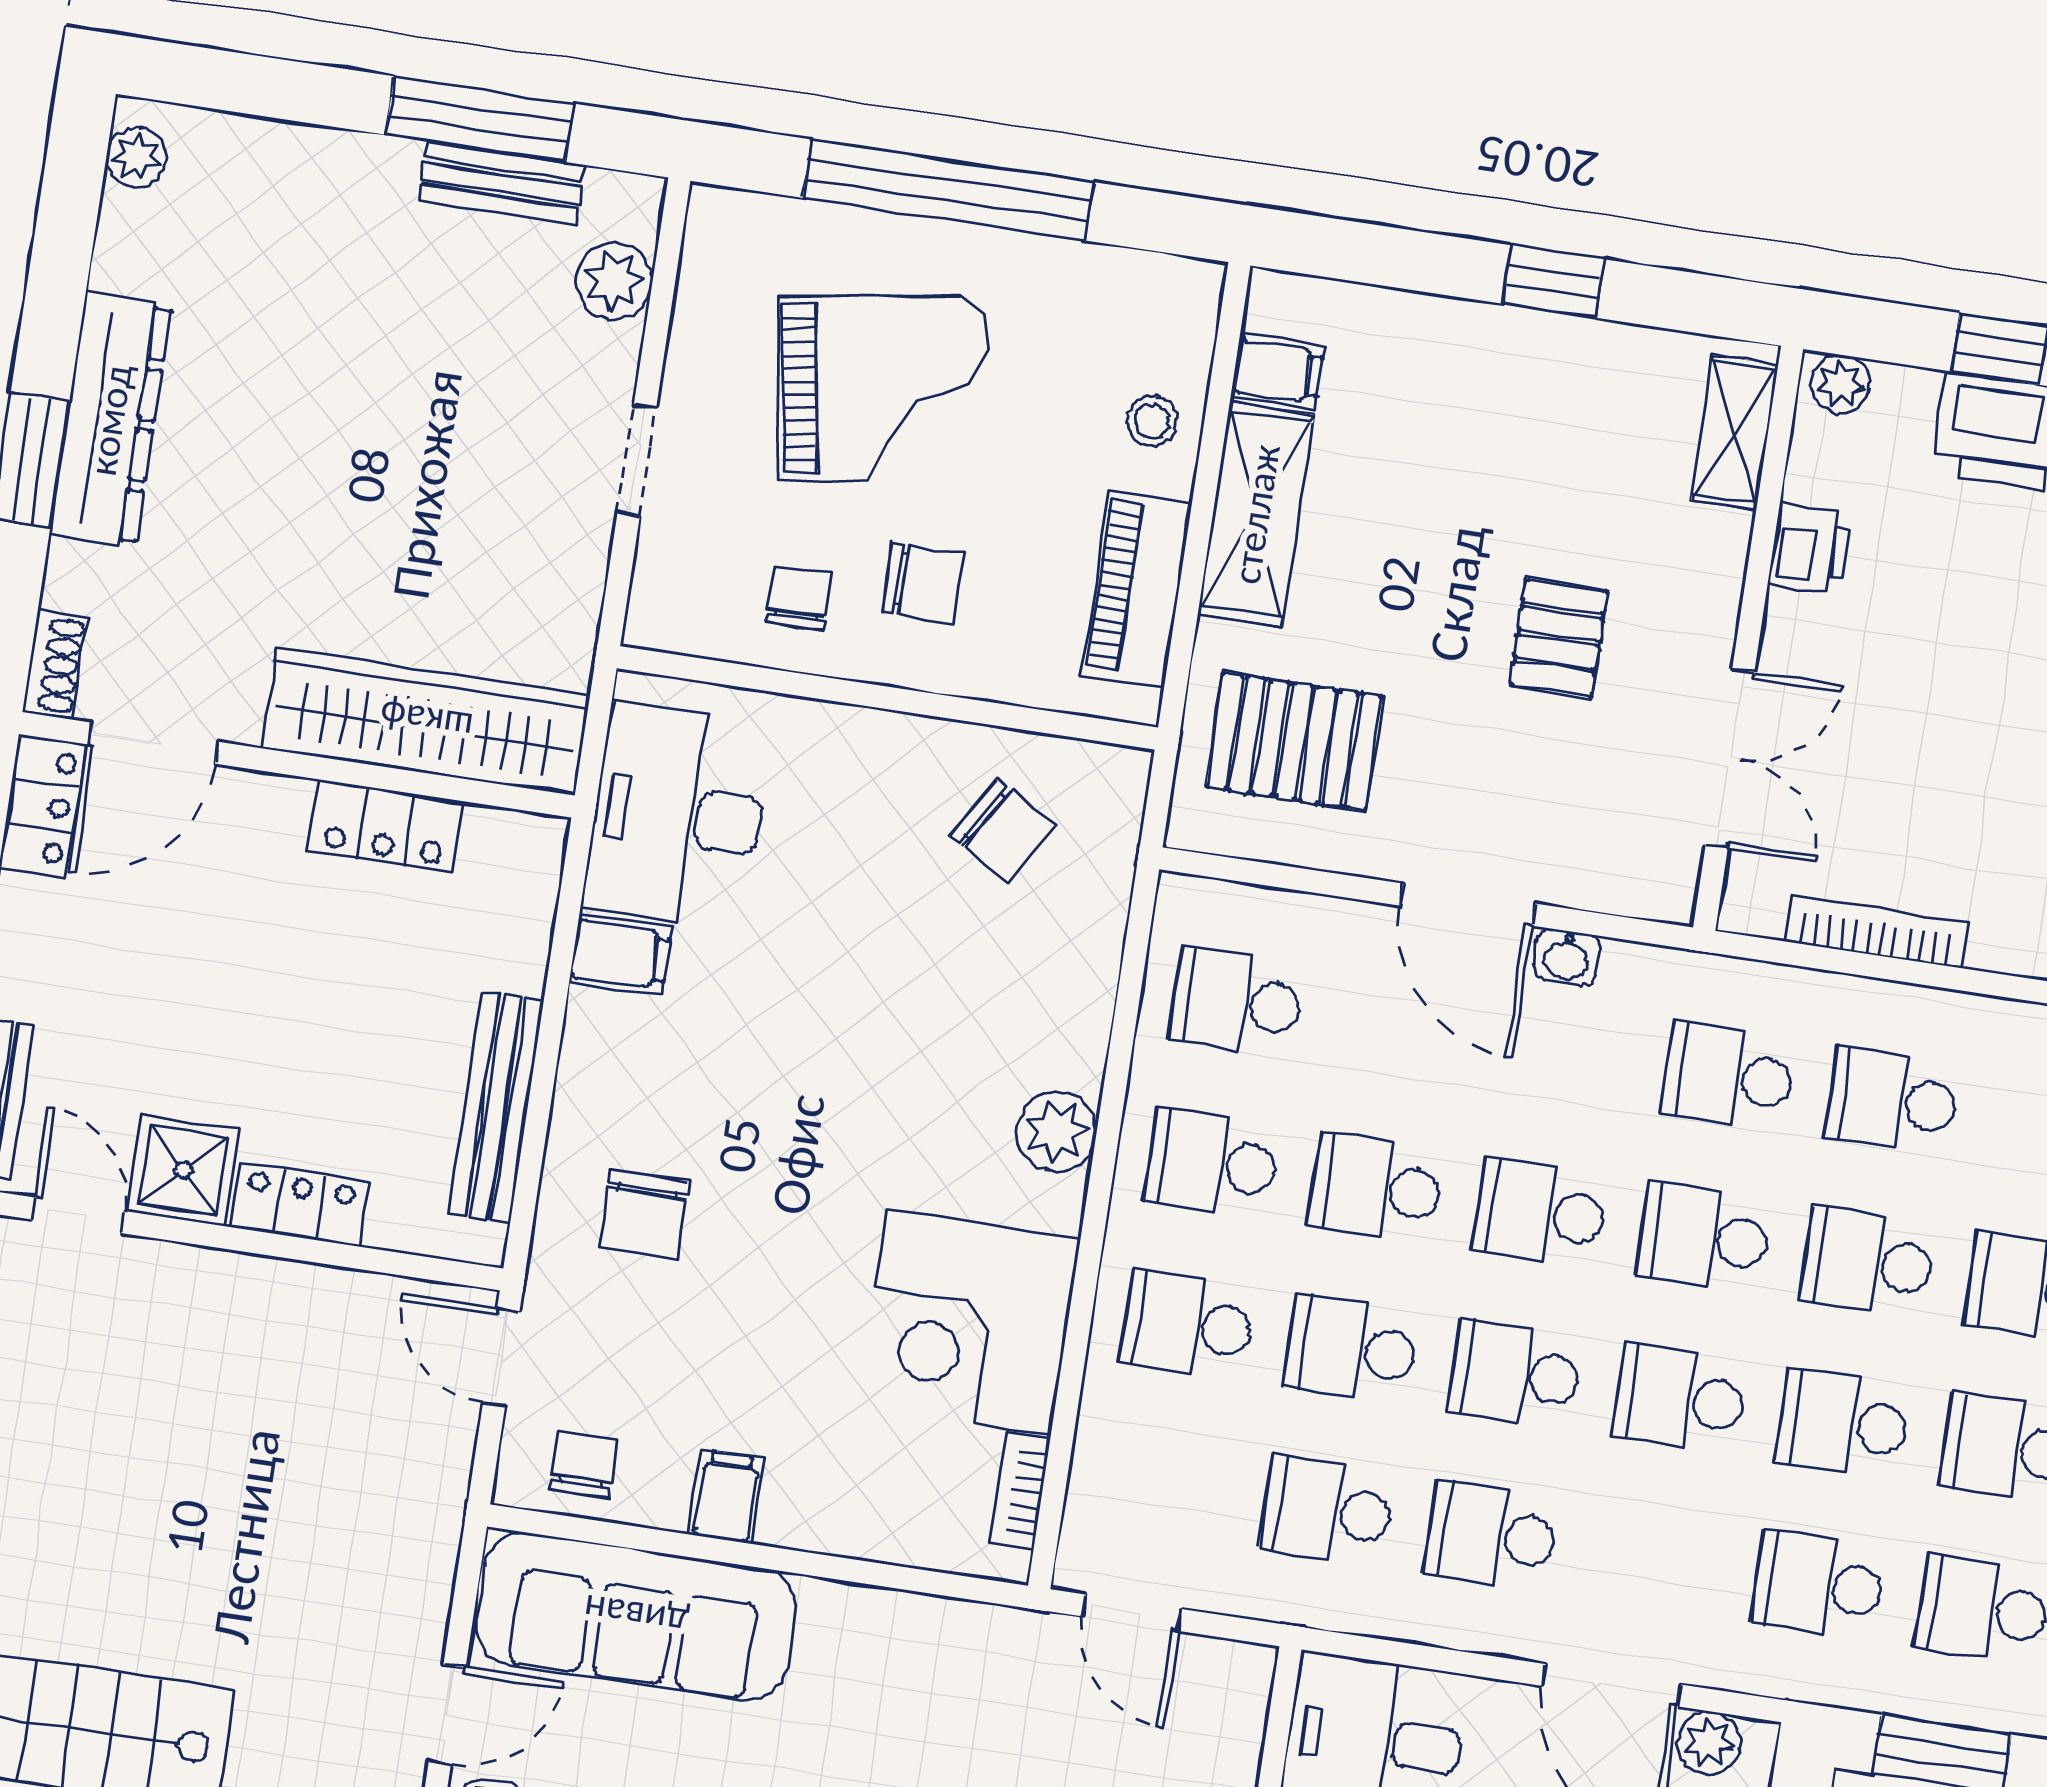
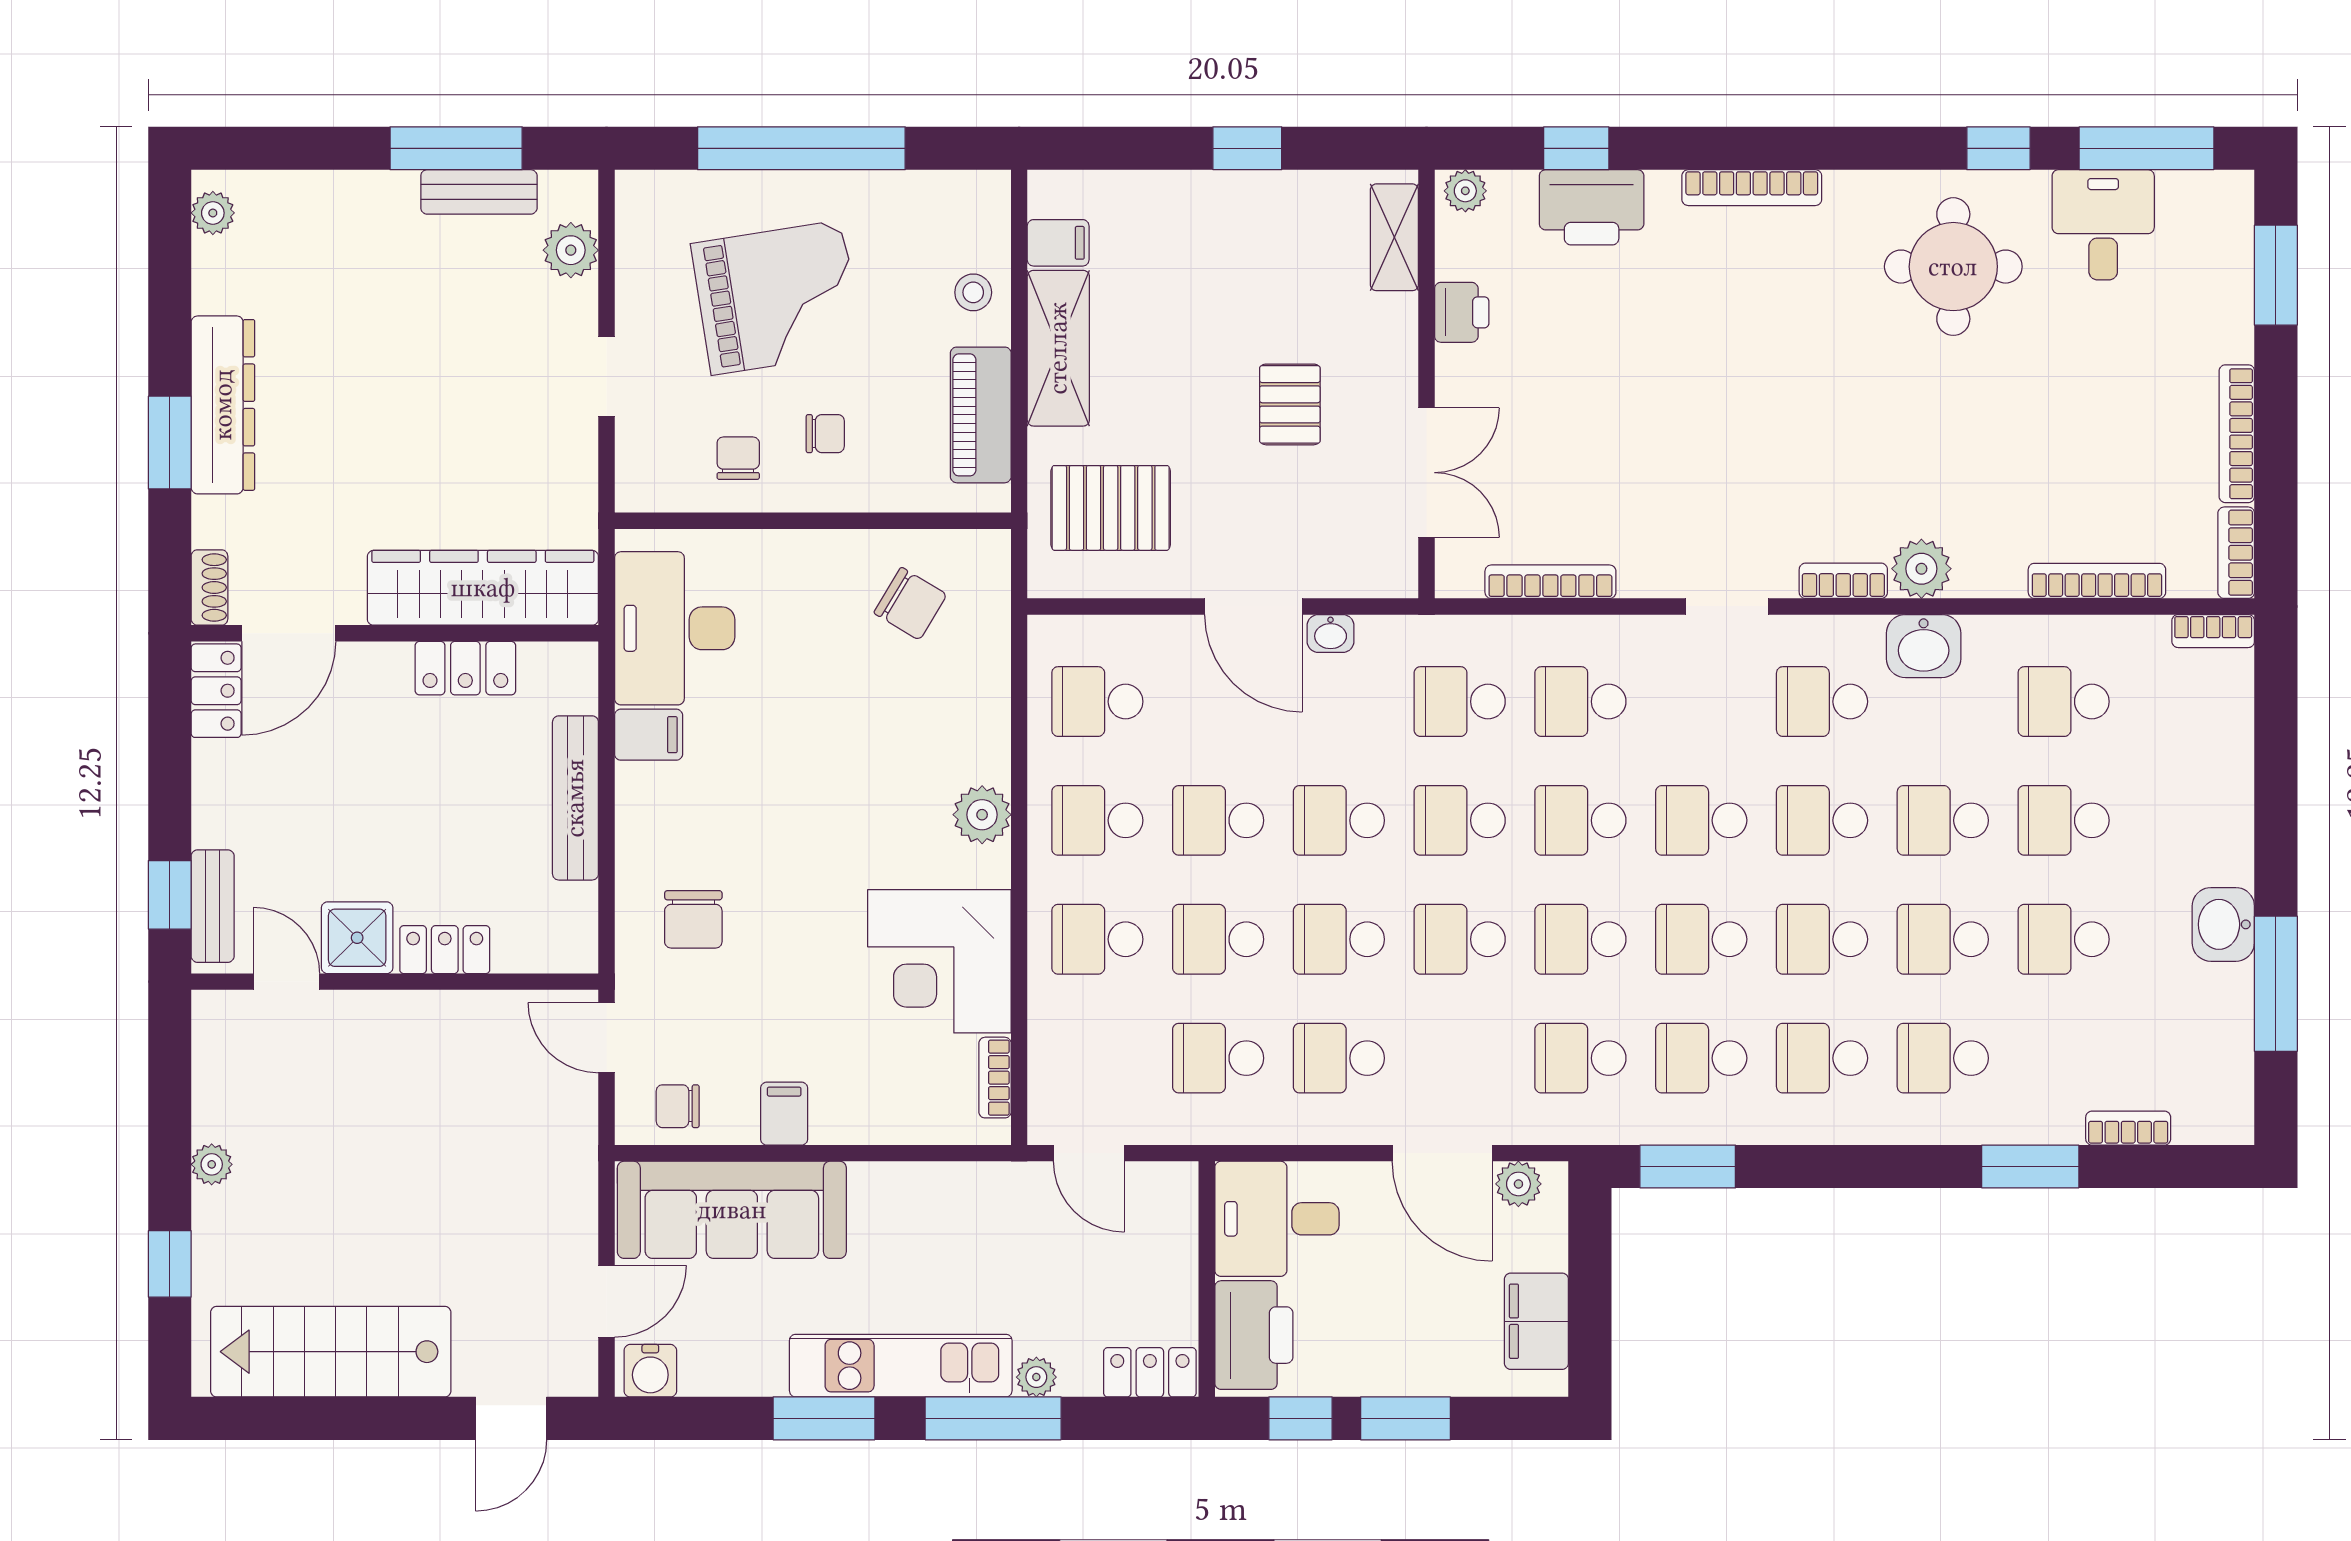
chair: (922, 582) -> (825, 434), width x0.73, depth x0.73
bench: (496, 1107) -> (575, 798), moved
chair: (584, 1465) -> (678, 1106), turned -90

